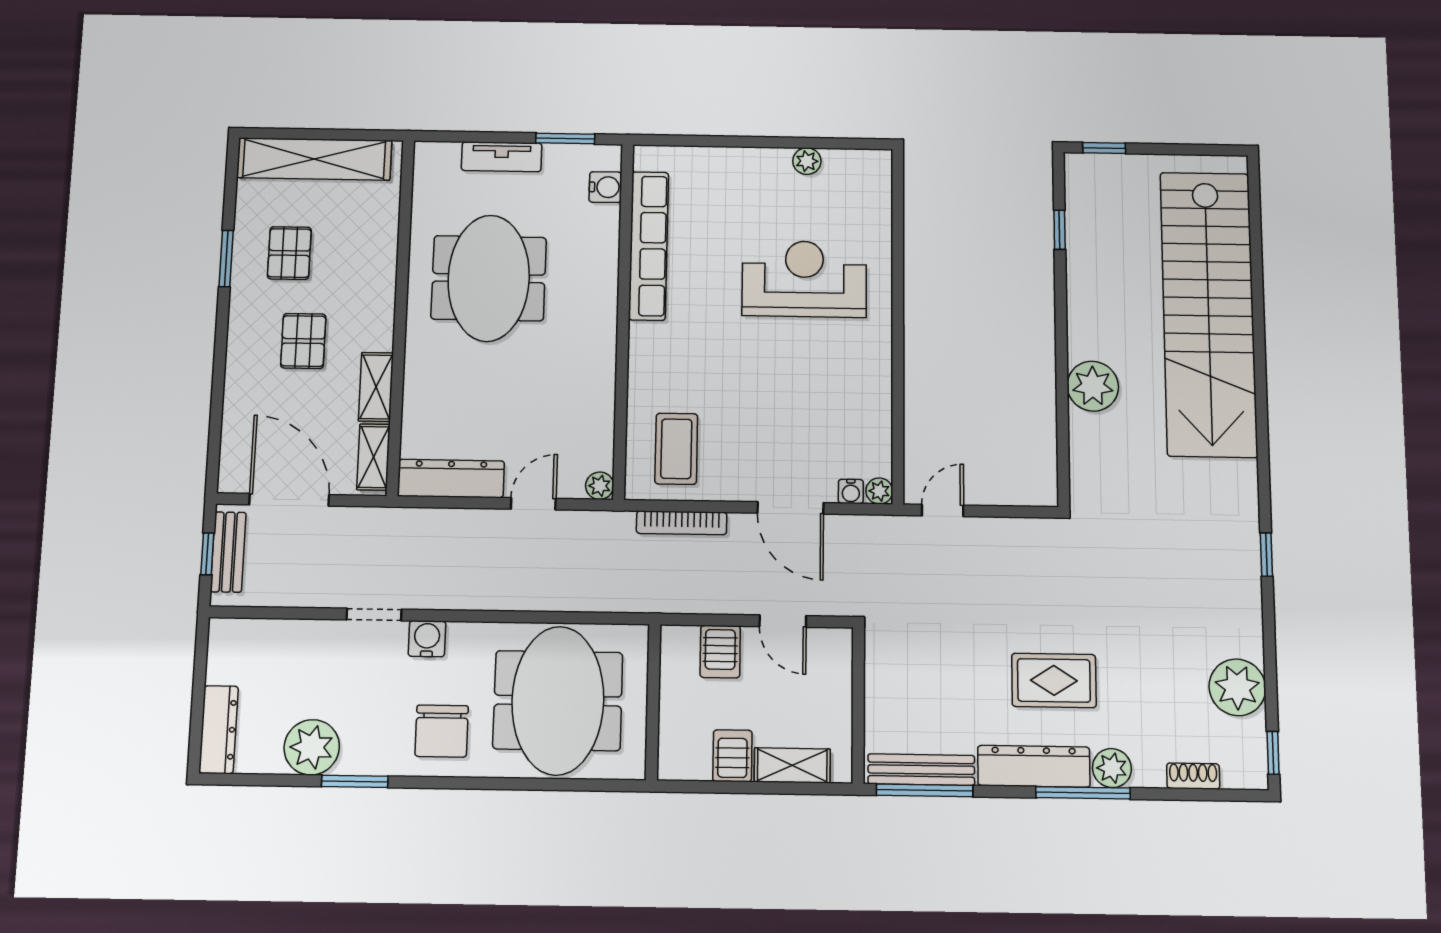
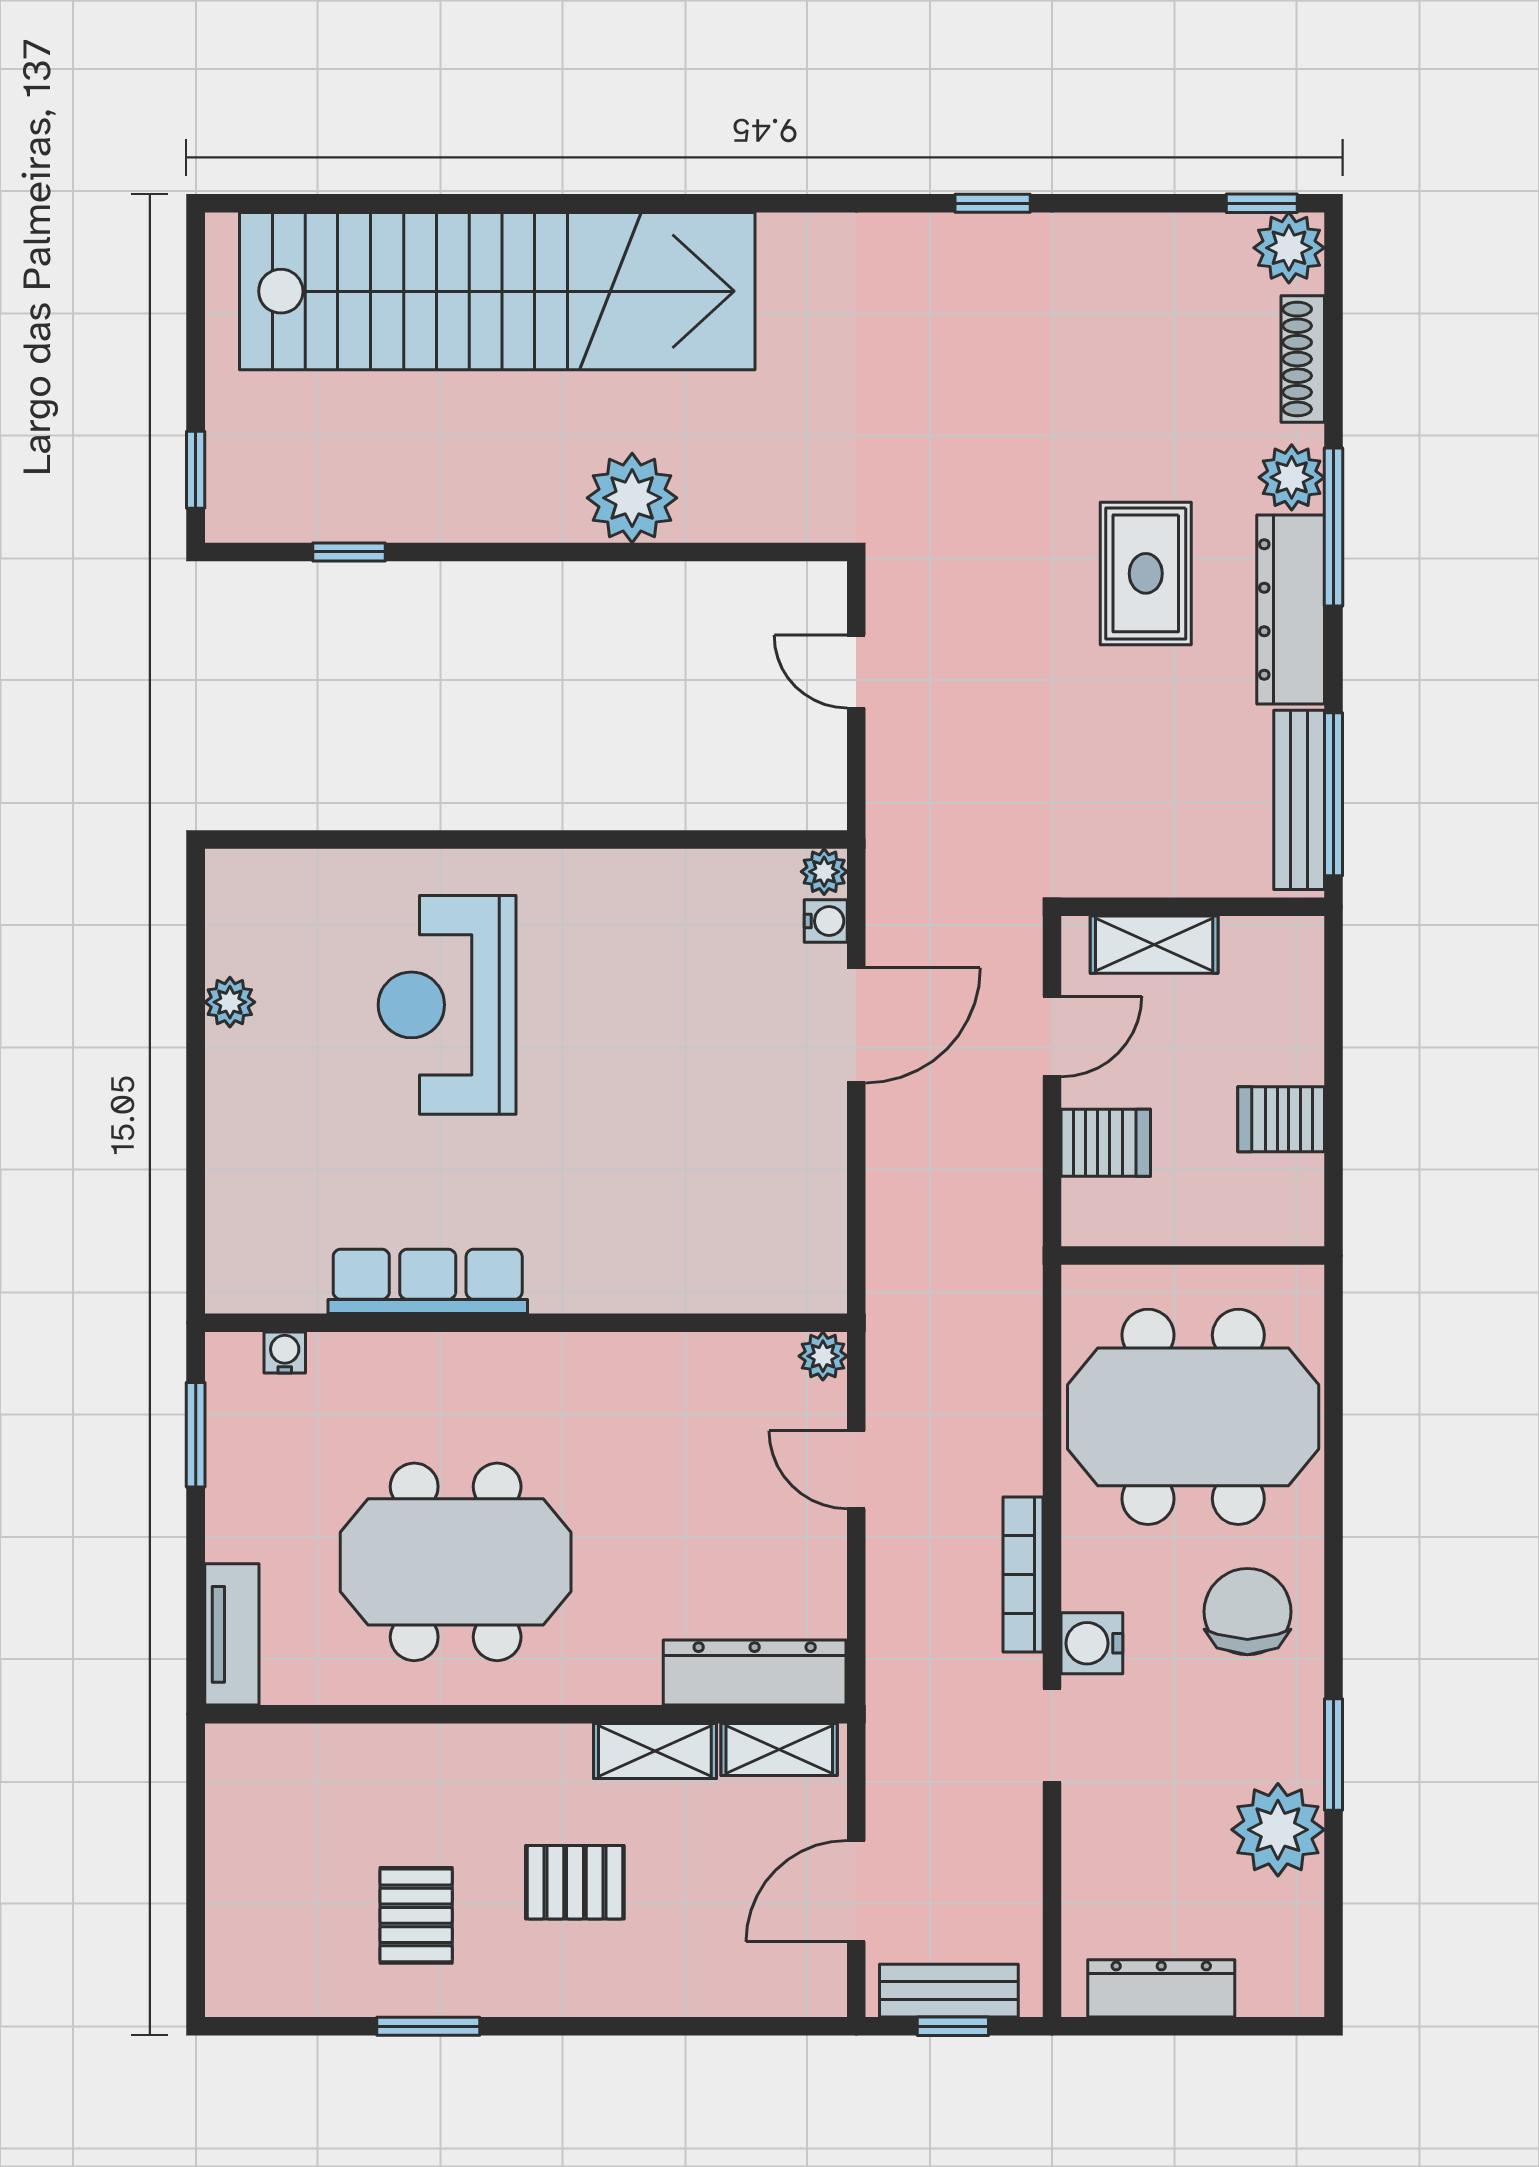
tv unit: (502, 157) -> (232, 1634), moved
shelving: (314, 159) -> (242, 1881), removed
water cooler: (605, 187) -> (285, 1353), width x0.72, depth x0.72
row of seats: (649, 246) -> (428, 1281), width x0.73
pallet: (289, 253) -> (416, 1915), turned 90
coffee table: (676, 449) -> (756, 1225), removed
dresser: (451, 478) -> (755, 1673), moved, turned 90
door: (289, 500) -> (856, 1891), width x0.73
door: (943, 510) -> (856, 672), moved
bookcase: (682, 523) -> (1023, 1575), moved, turned 180
window: (1266, 555) -> (993, 203), moved
plant: (1237, 687) -> (1289, 248), moved, width x0.73, depth x0.73
dresser: (219, 730) -> (1161, 1988), moved
chair: (442, 731) -> (1247, 1612), turned -90
shelving: (792, 765) -> (1154, 945), moved, turned 90
shoe rack: (1193, 776) -> (1303, 359), width x1.43

